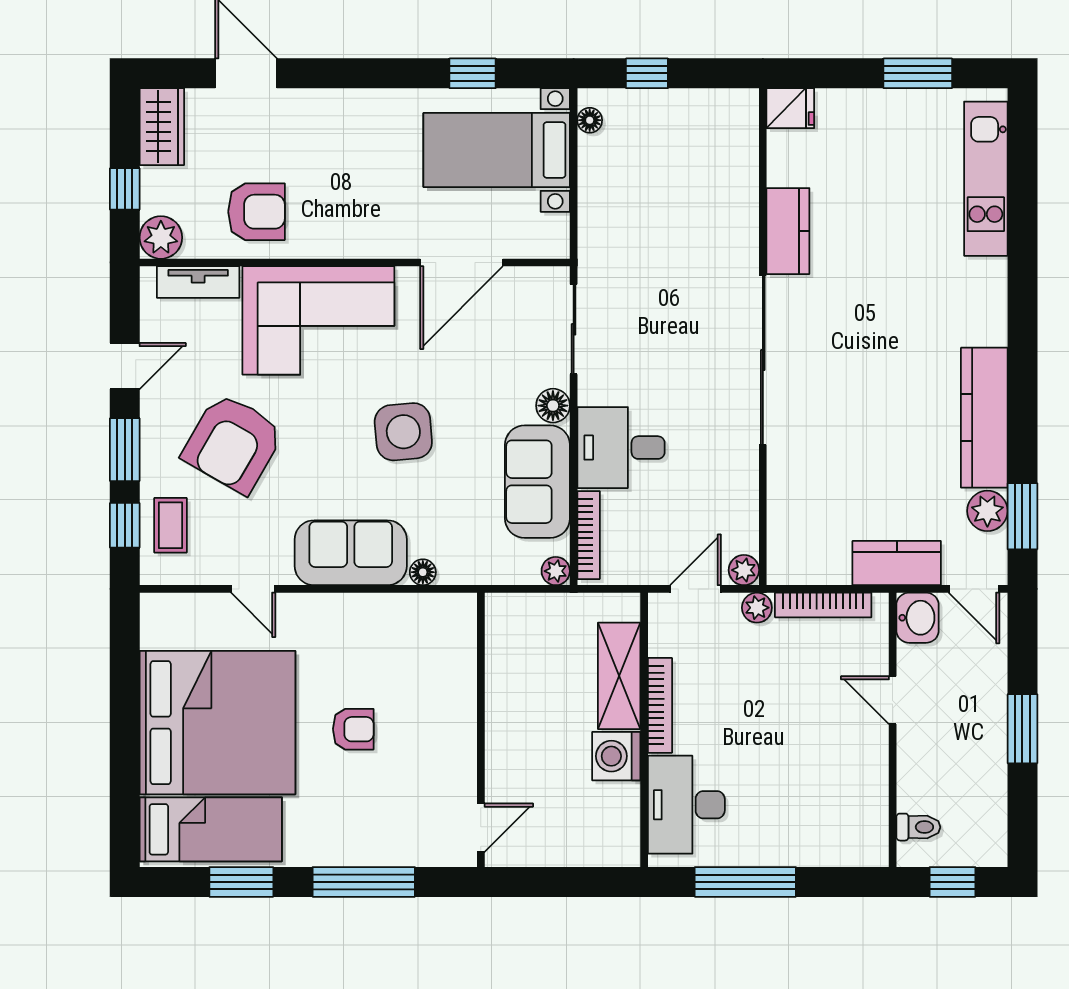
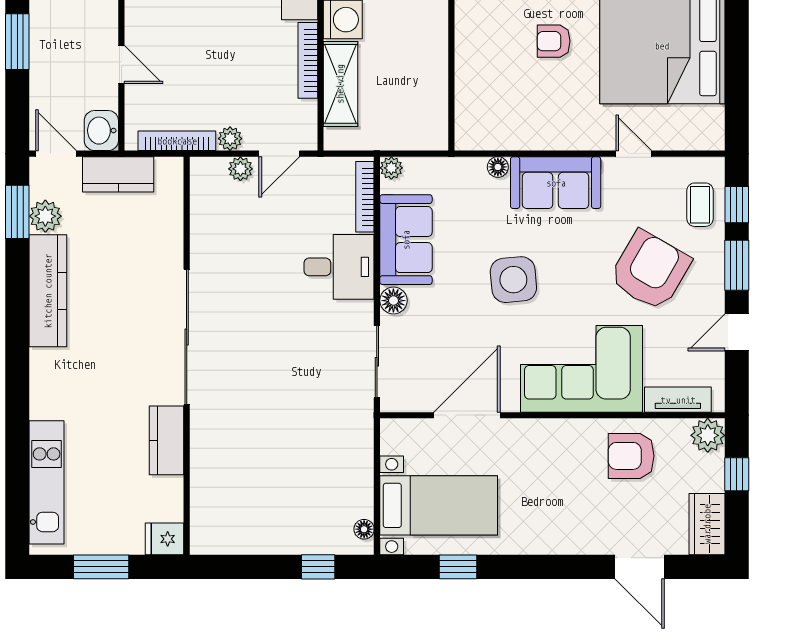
fridge: (790, 108) -> (165, 539), moved
kitchen counter: (788, 231) -> (167, 440), moved
wall: (763, 337) -> (187, 356), moved
sliding door: (763, 360) -> (187, 337), moved

